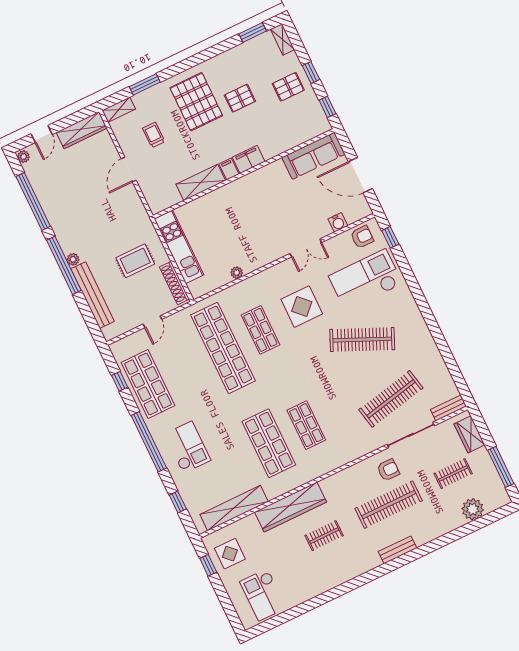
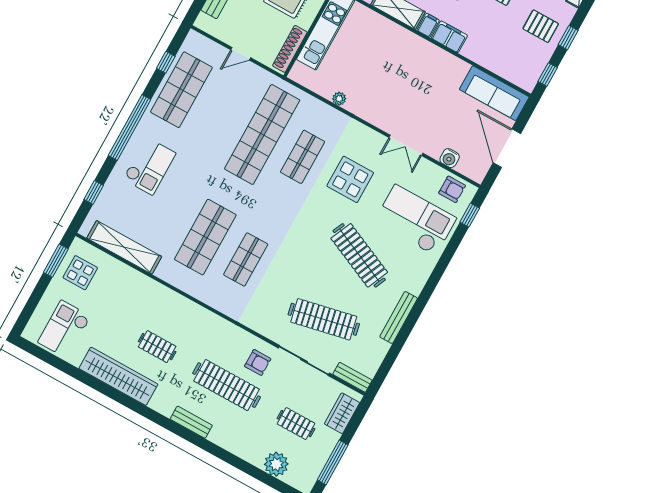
bench: (429, 343) -> (399, 318), added
wardrobe: (290, 507) -> (118, 376), moved, turned 180
window: (208, 565) -> (56, 261), width x1.50

